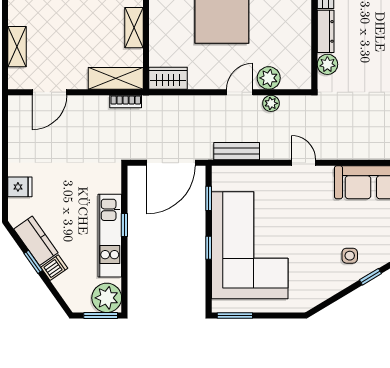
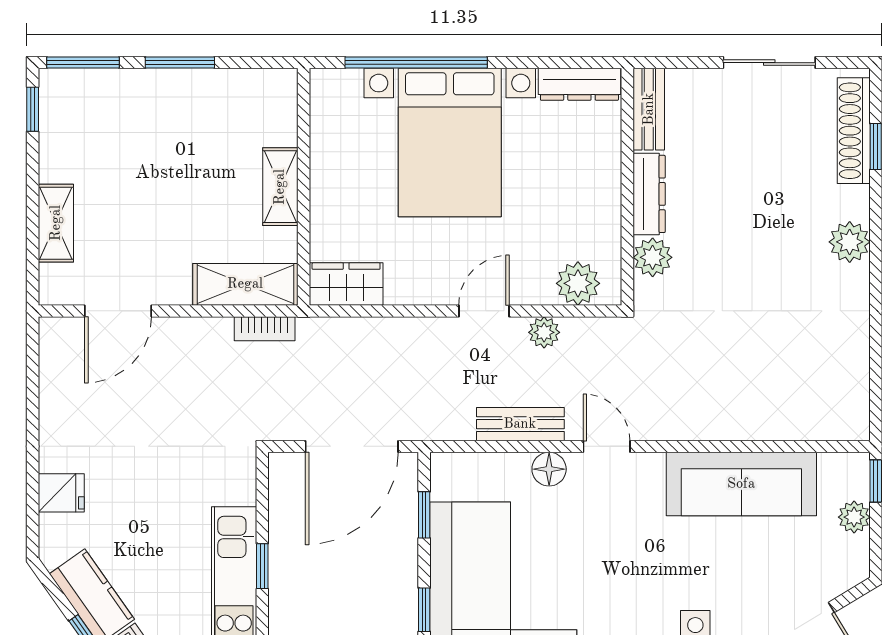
plant: (269, 78) -> (578, 283), moved
bench: (237, 151) -> (520, 424), moved
floor lamp: (274, 175) -> (549, 469), added

